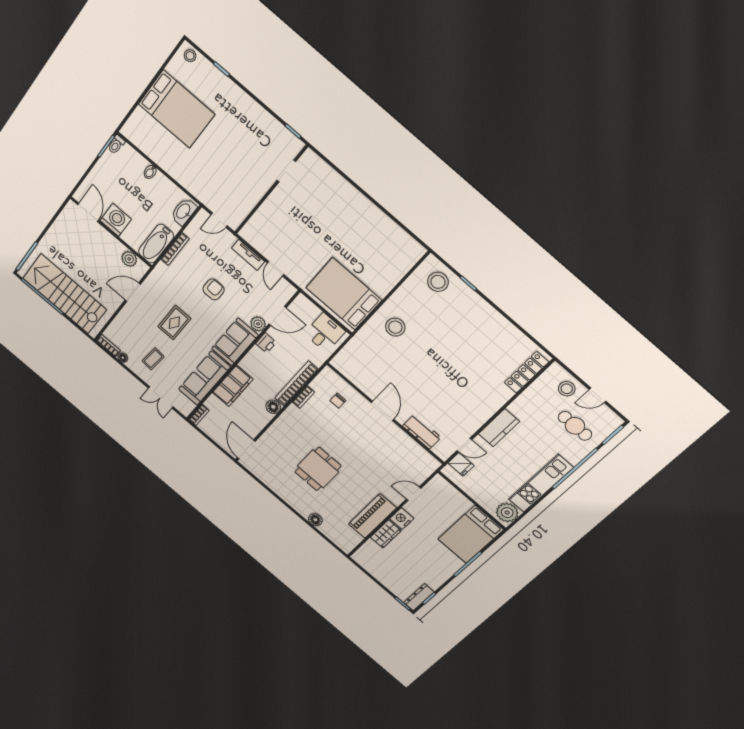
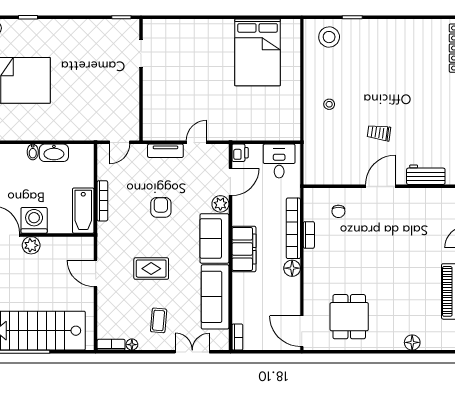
washbasin: (184, 211) -> (54, 153), moved, turned -90
plant: (129, 259) -> (31, 245), moved
door: (276, 269) -> (197, 142), swing flipped
door: (133, 292) -> (96, 273), hinge flipped
bed: (344, 294) -> (258, 52), moved, turned -90
rug: (174, 323) -> (151, 269), turned 90
stool: (395, 327) -> (329, 104), width x0.53, depth x0.53
printer: (266, 343) -> (240, 153), moved
trolley: (414, 377) -> (379, 133), added
filing cabinet: (233, 386) -> (244, 249), moved
double door: (161, 397) -> (192, 352), swing flipped
door: (383, 411) -> (380, 186), hinge flipped
dining table: (318, 469) -> (349, 317), moved

